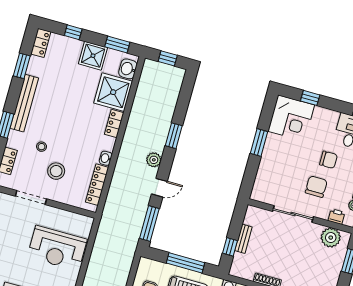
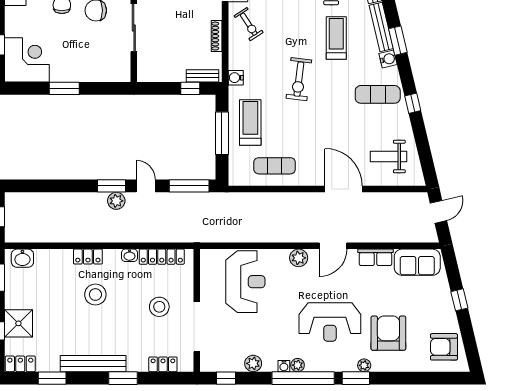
shower: (93, 56) -> (18, 323), moved
shower: (113, 92) -> (53, 267), removed
window: (174, 136) -> (112, 186), moved
stool: (42, 147) -> (95, 295), moved, width x1.89, depth x1.89
doorway: (31, 198) -> (197, 327), width x1.36
bench: (243, 239) -> (202, 76), moved

